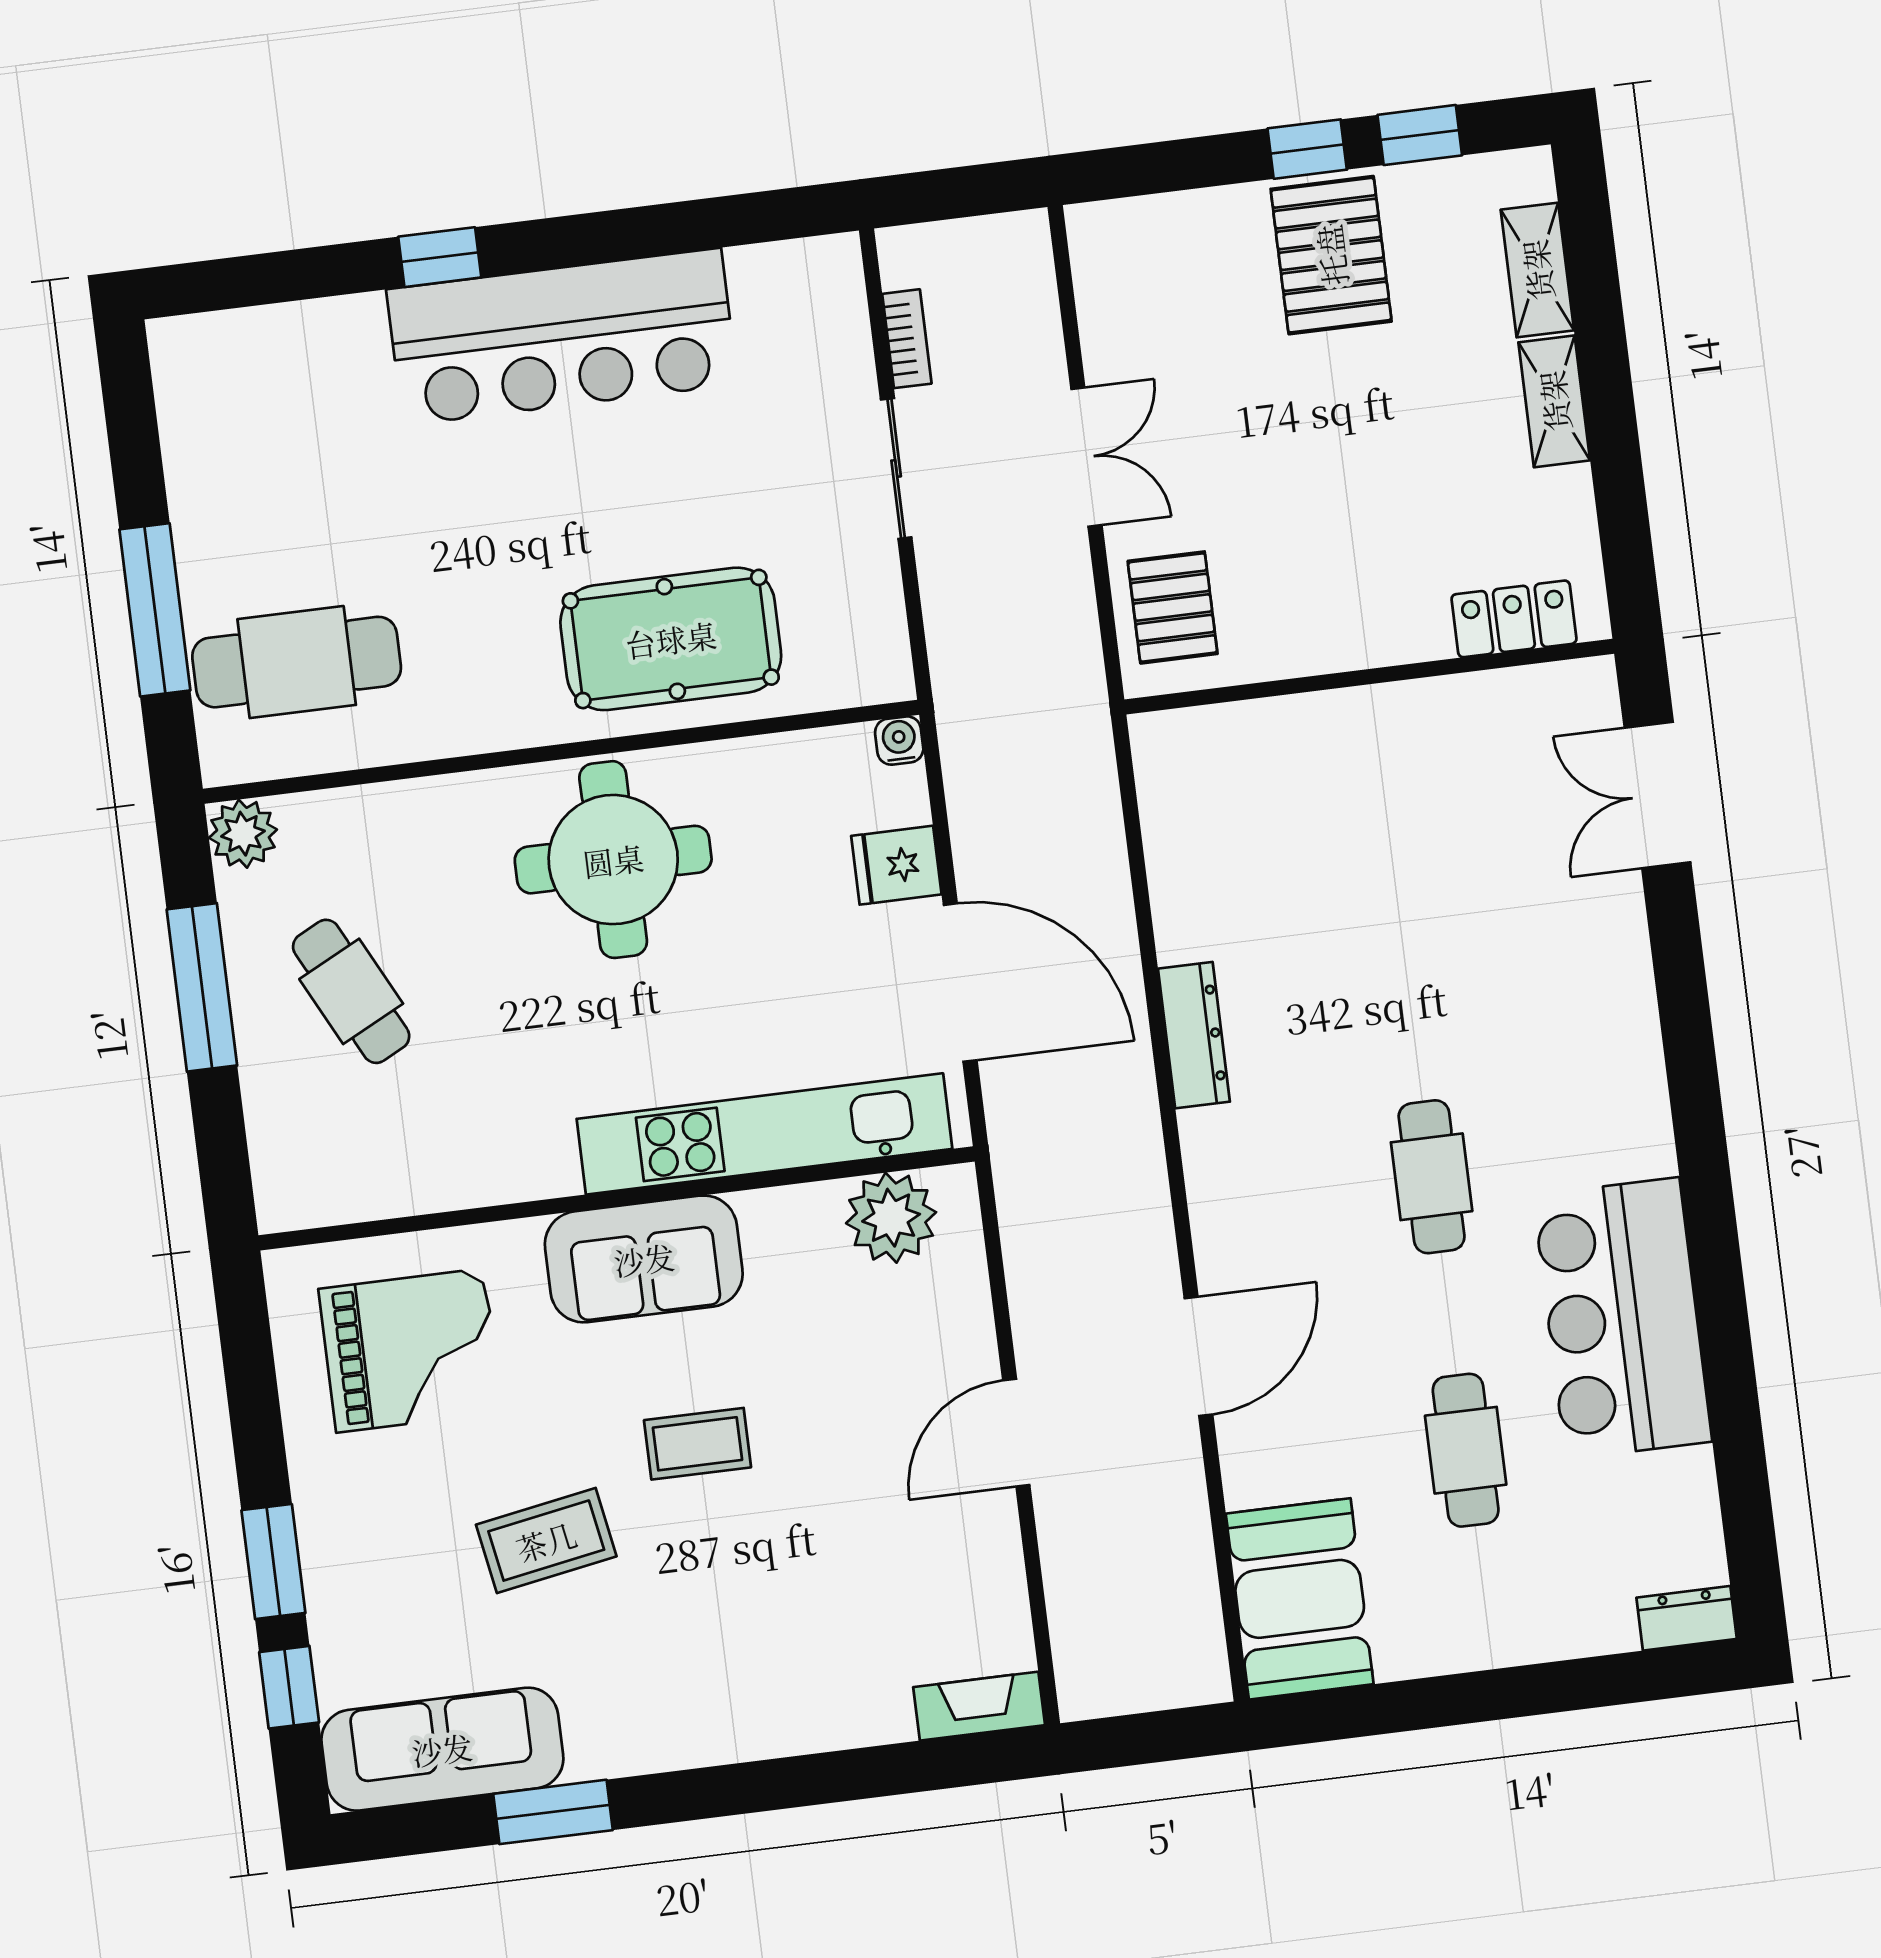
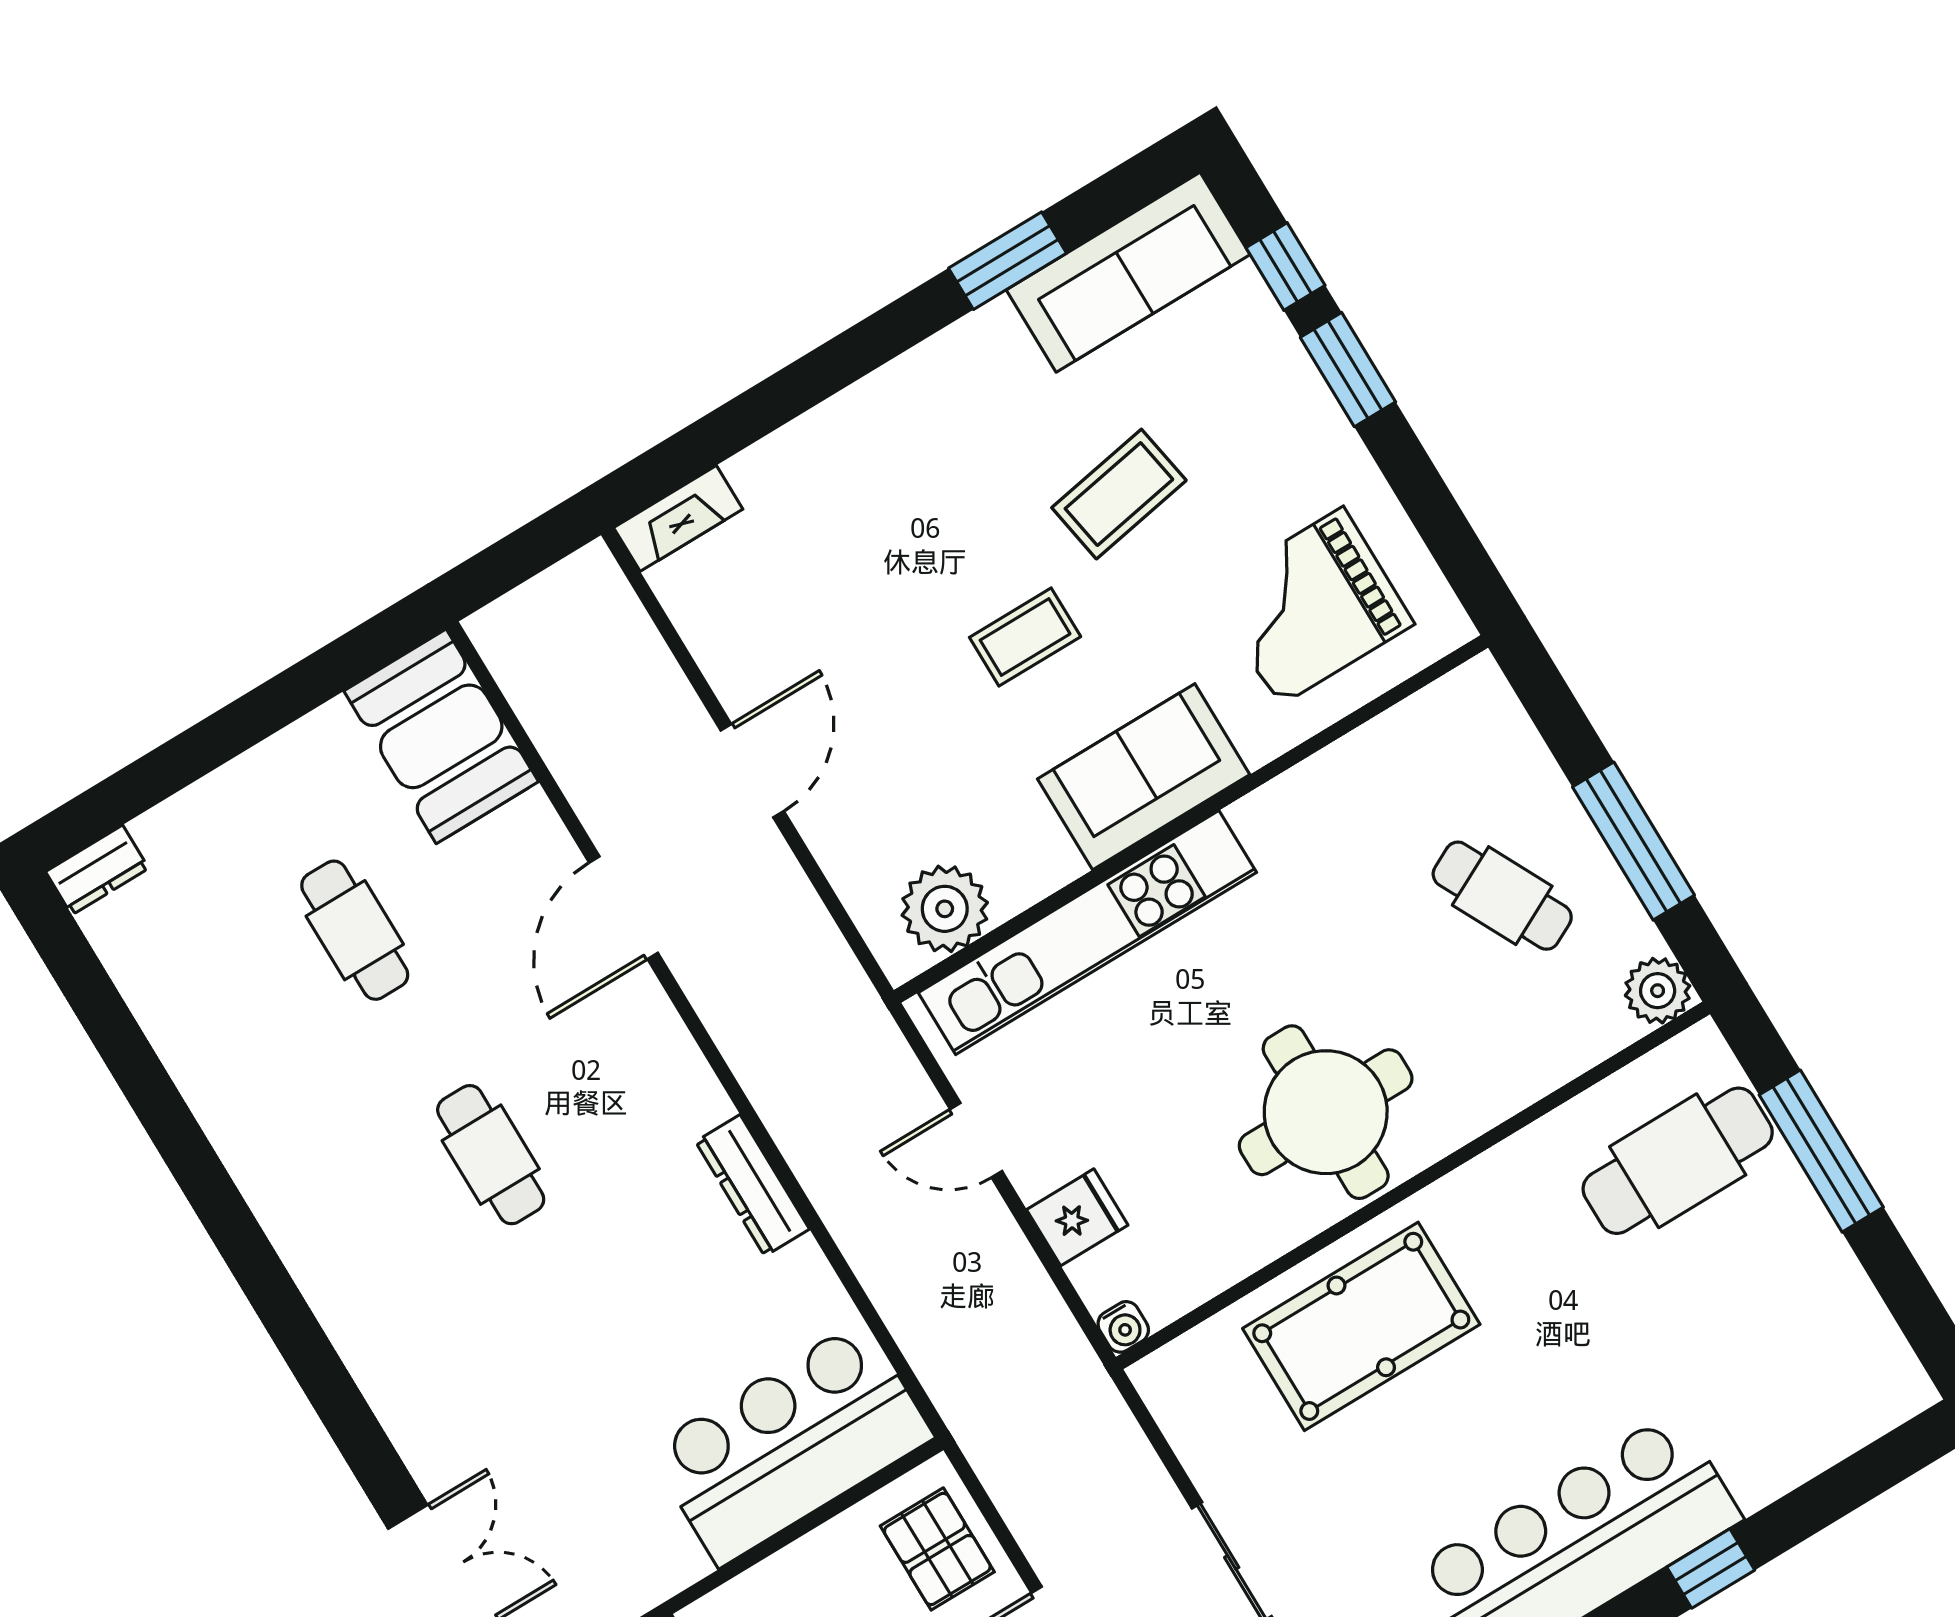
door: (960, 983) -> (976, 1140), width x0.53
bar counter: (1622, 1318) -> (791, 1443), moved, turned -90

